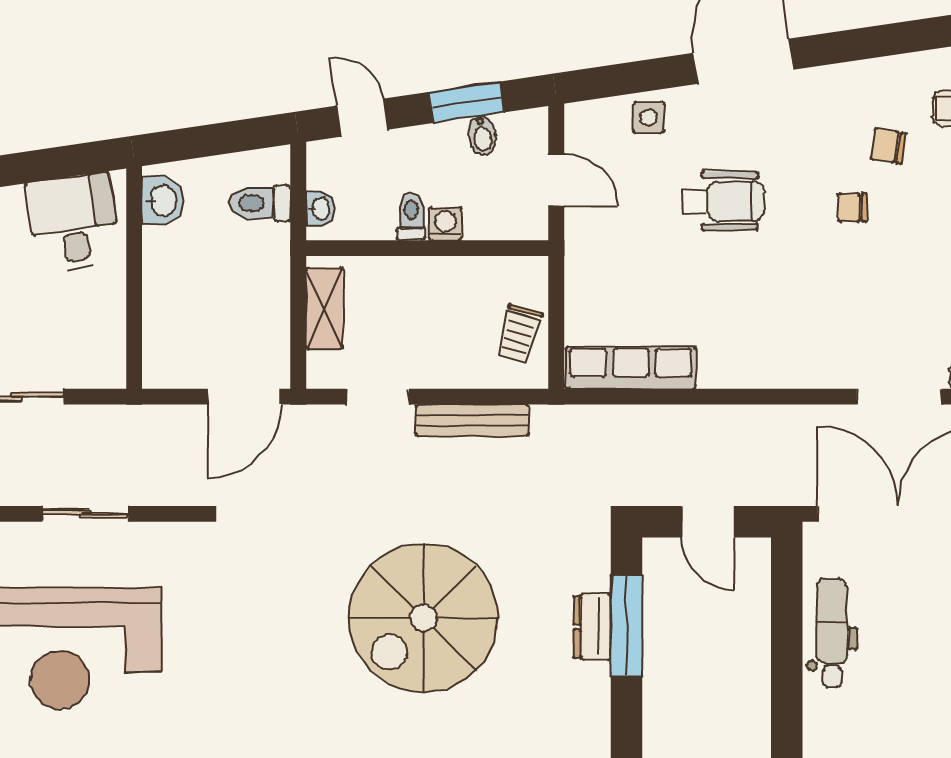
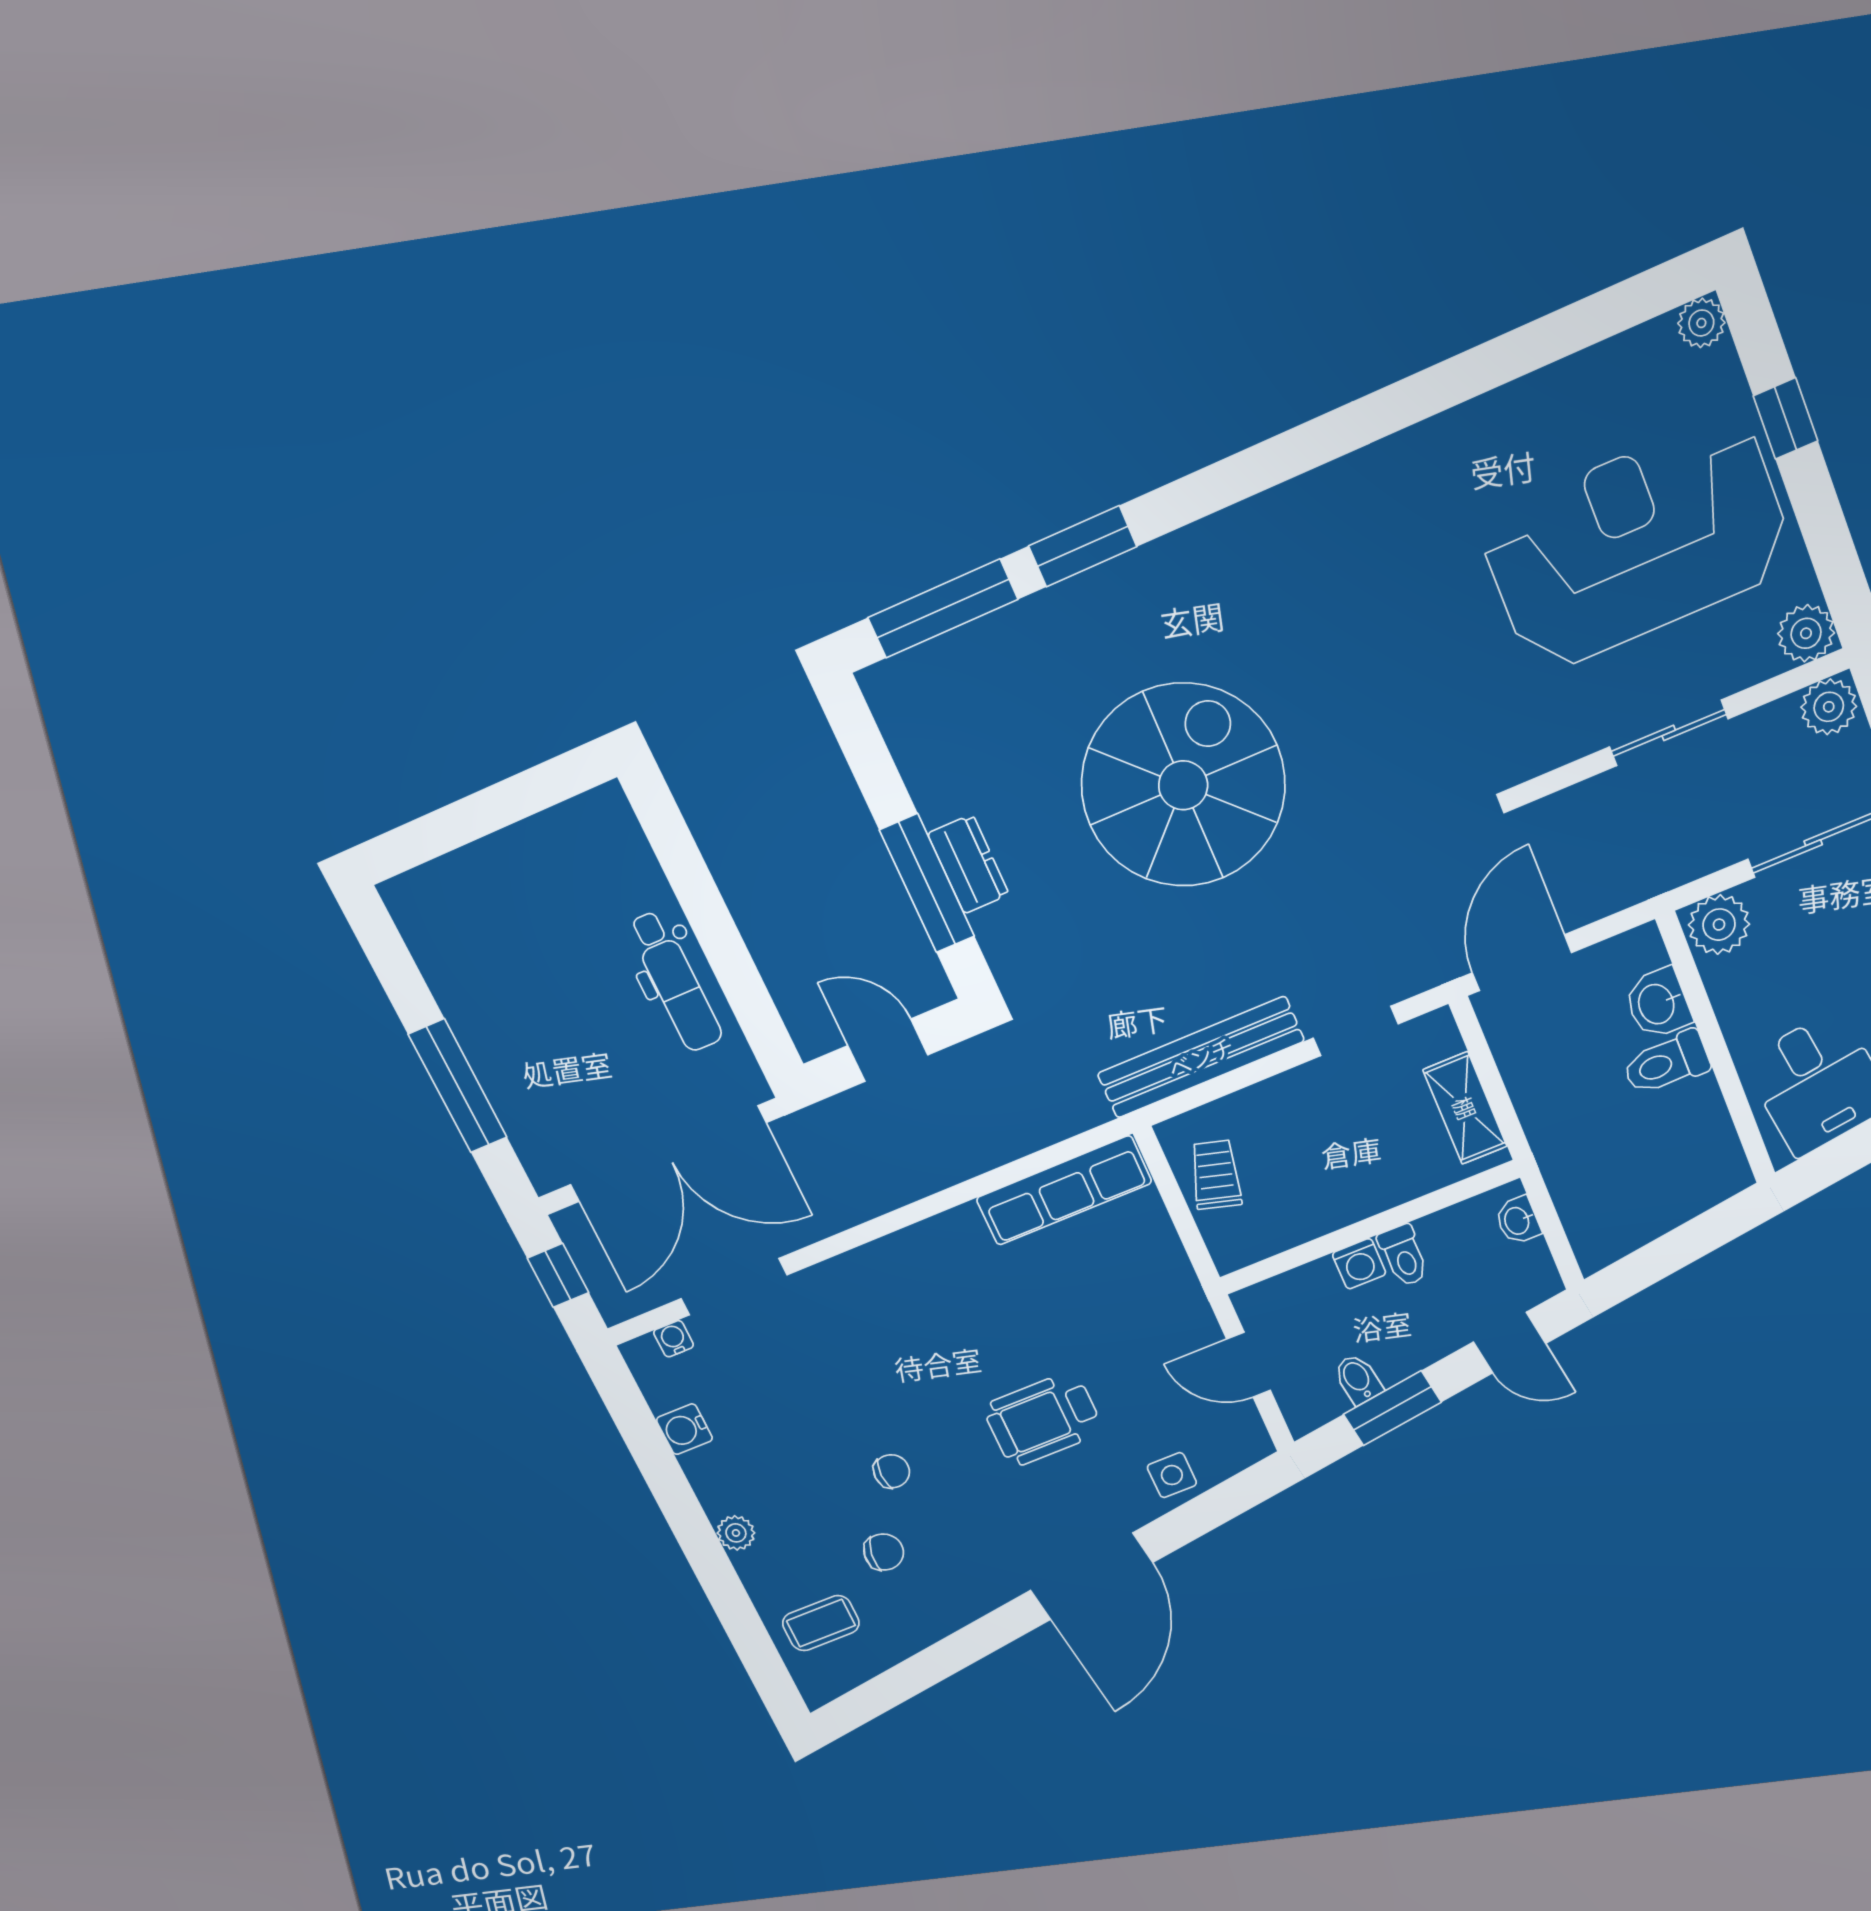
washbasin: (162, 201) -> (1658, 1004), moved
toilet: (260, 203) -> (1666, 1063), moved, turned 180
plant: (100, 366) -> (1719, 925), added
bench: (472, 420) -> (1201, 1057), width x1.37, depth x1.21

